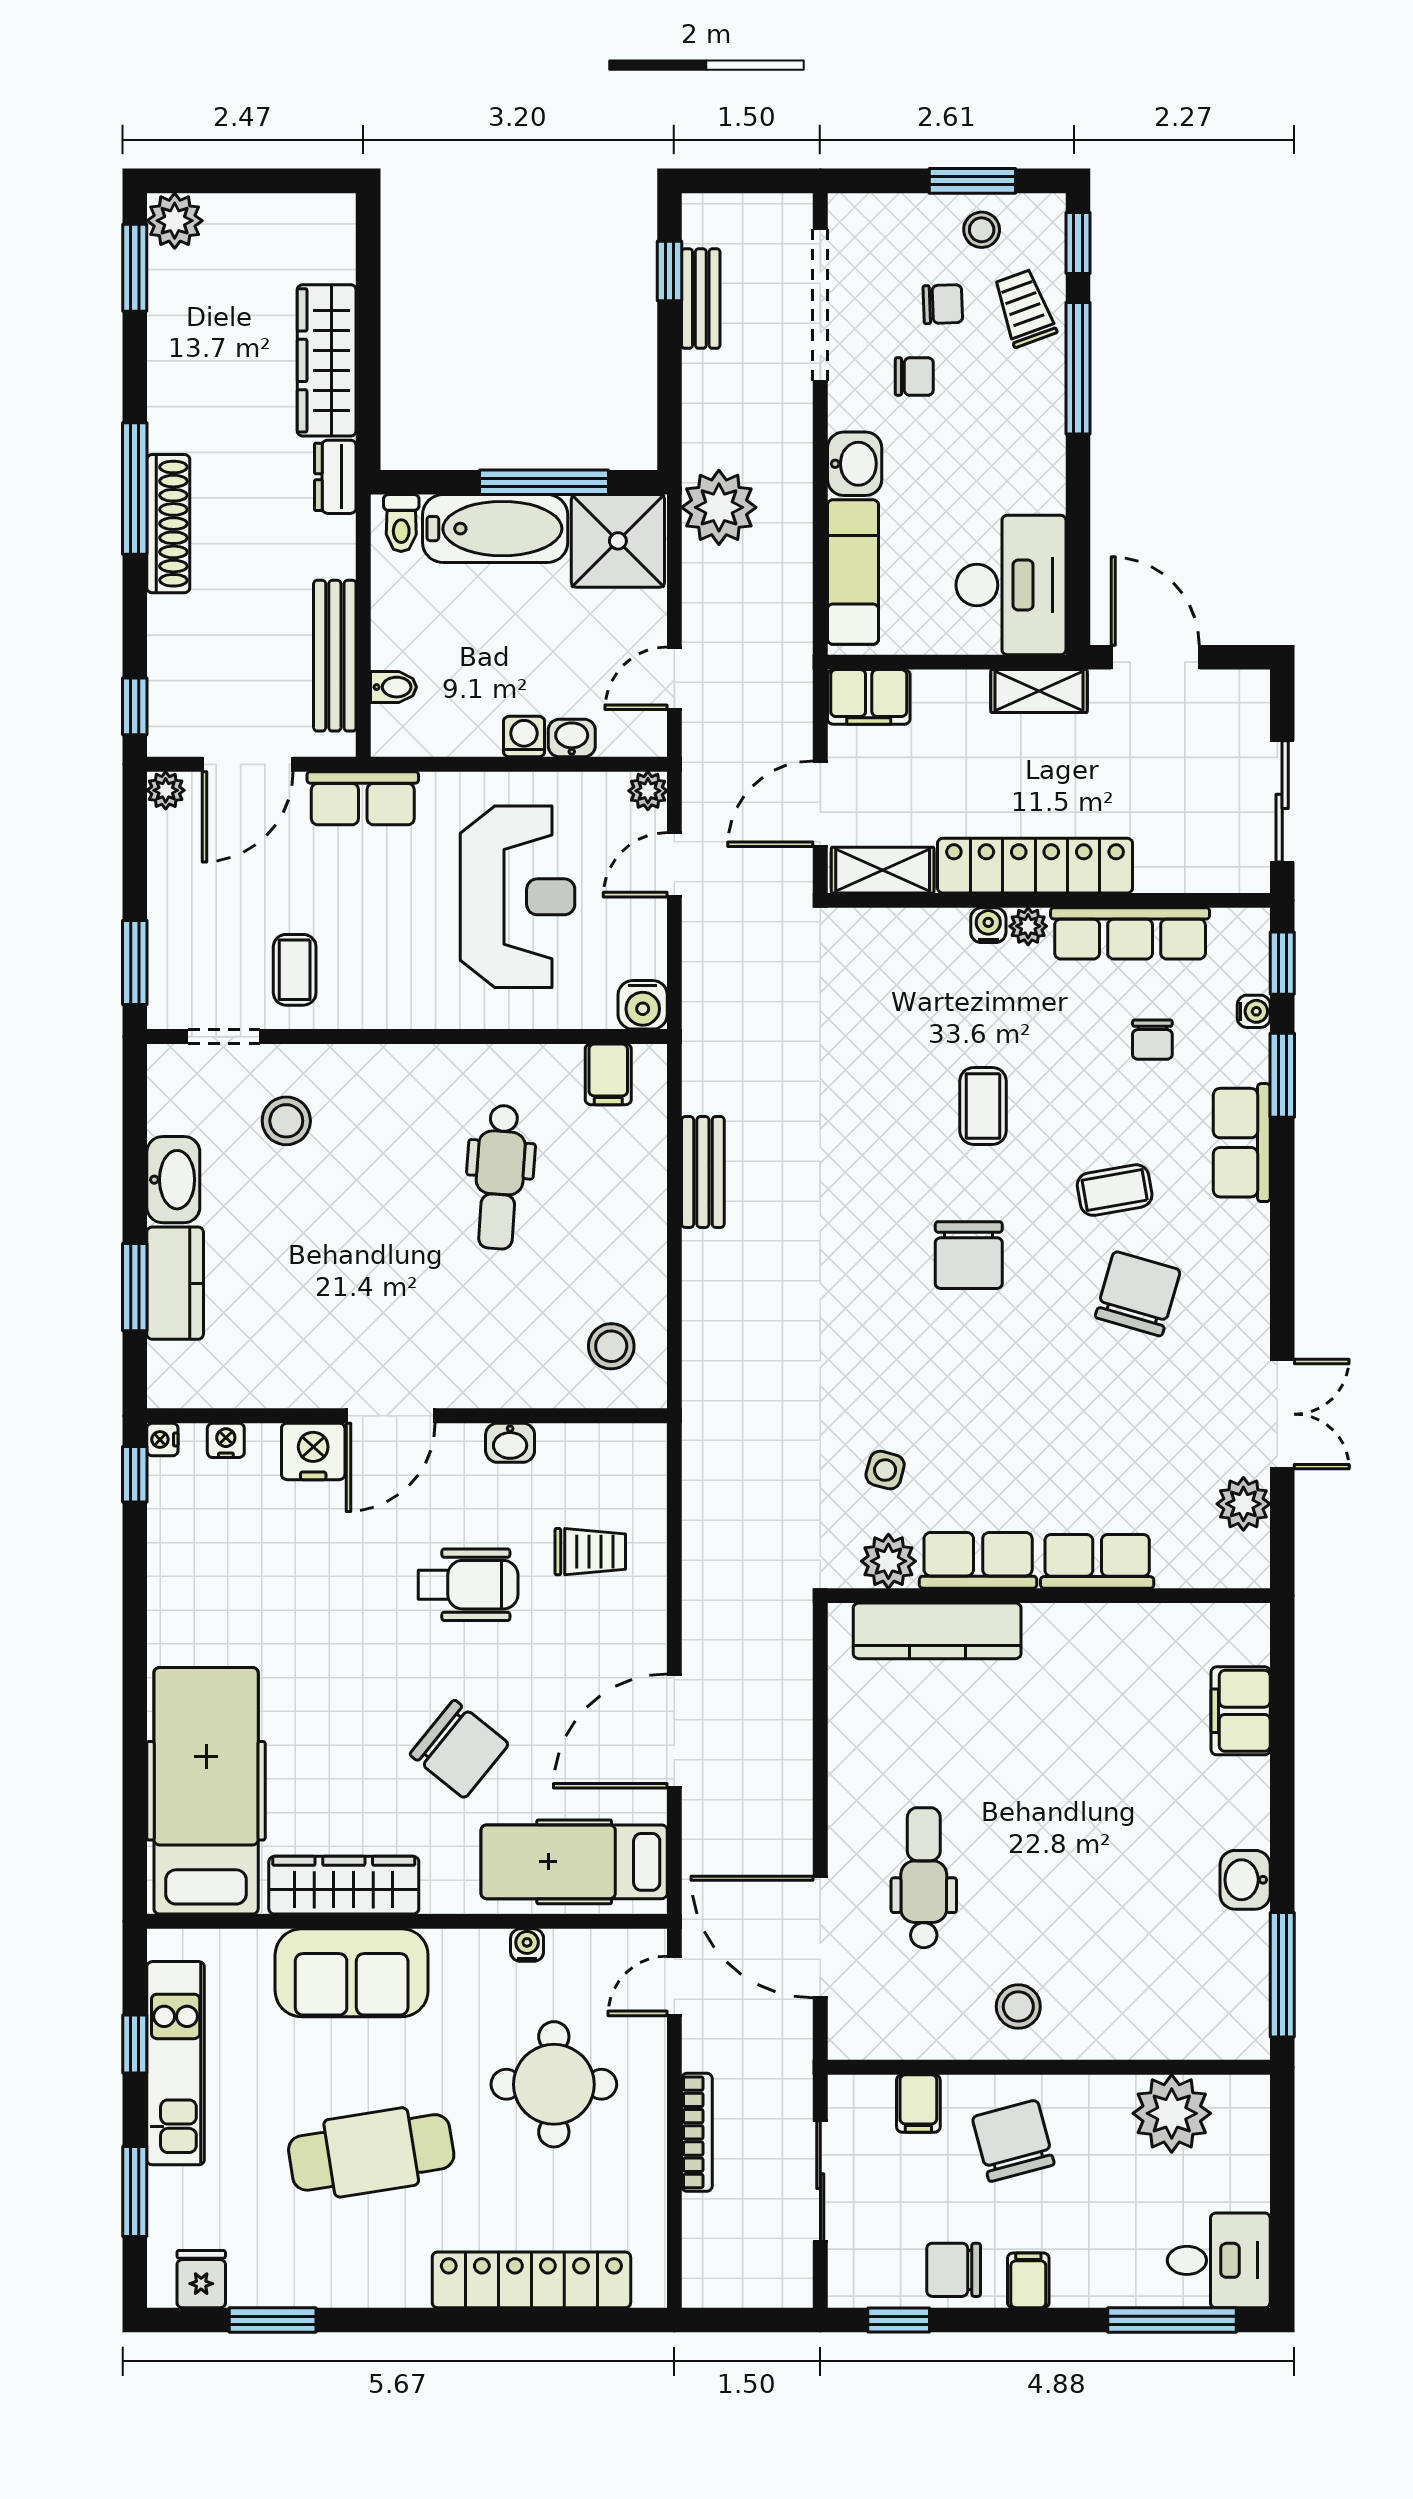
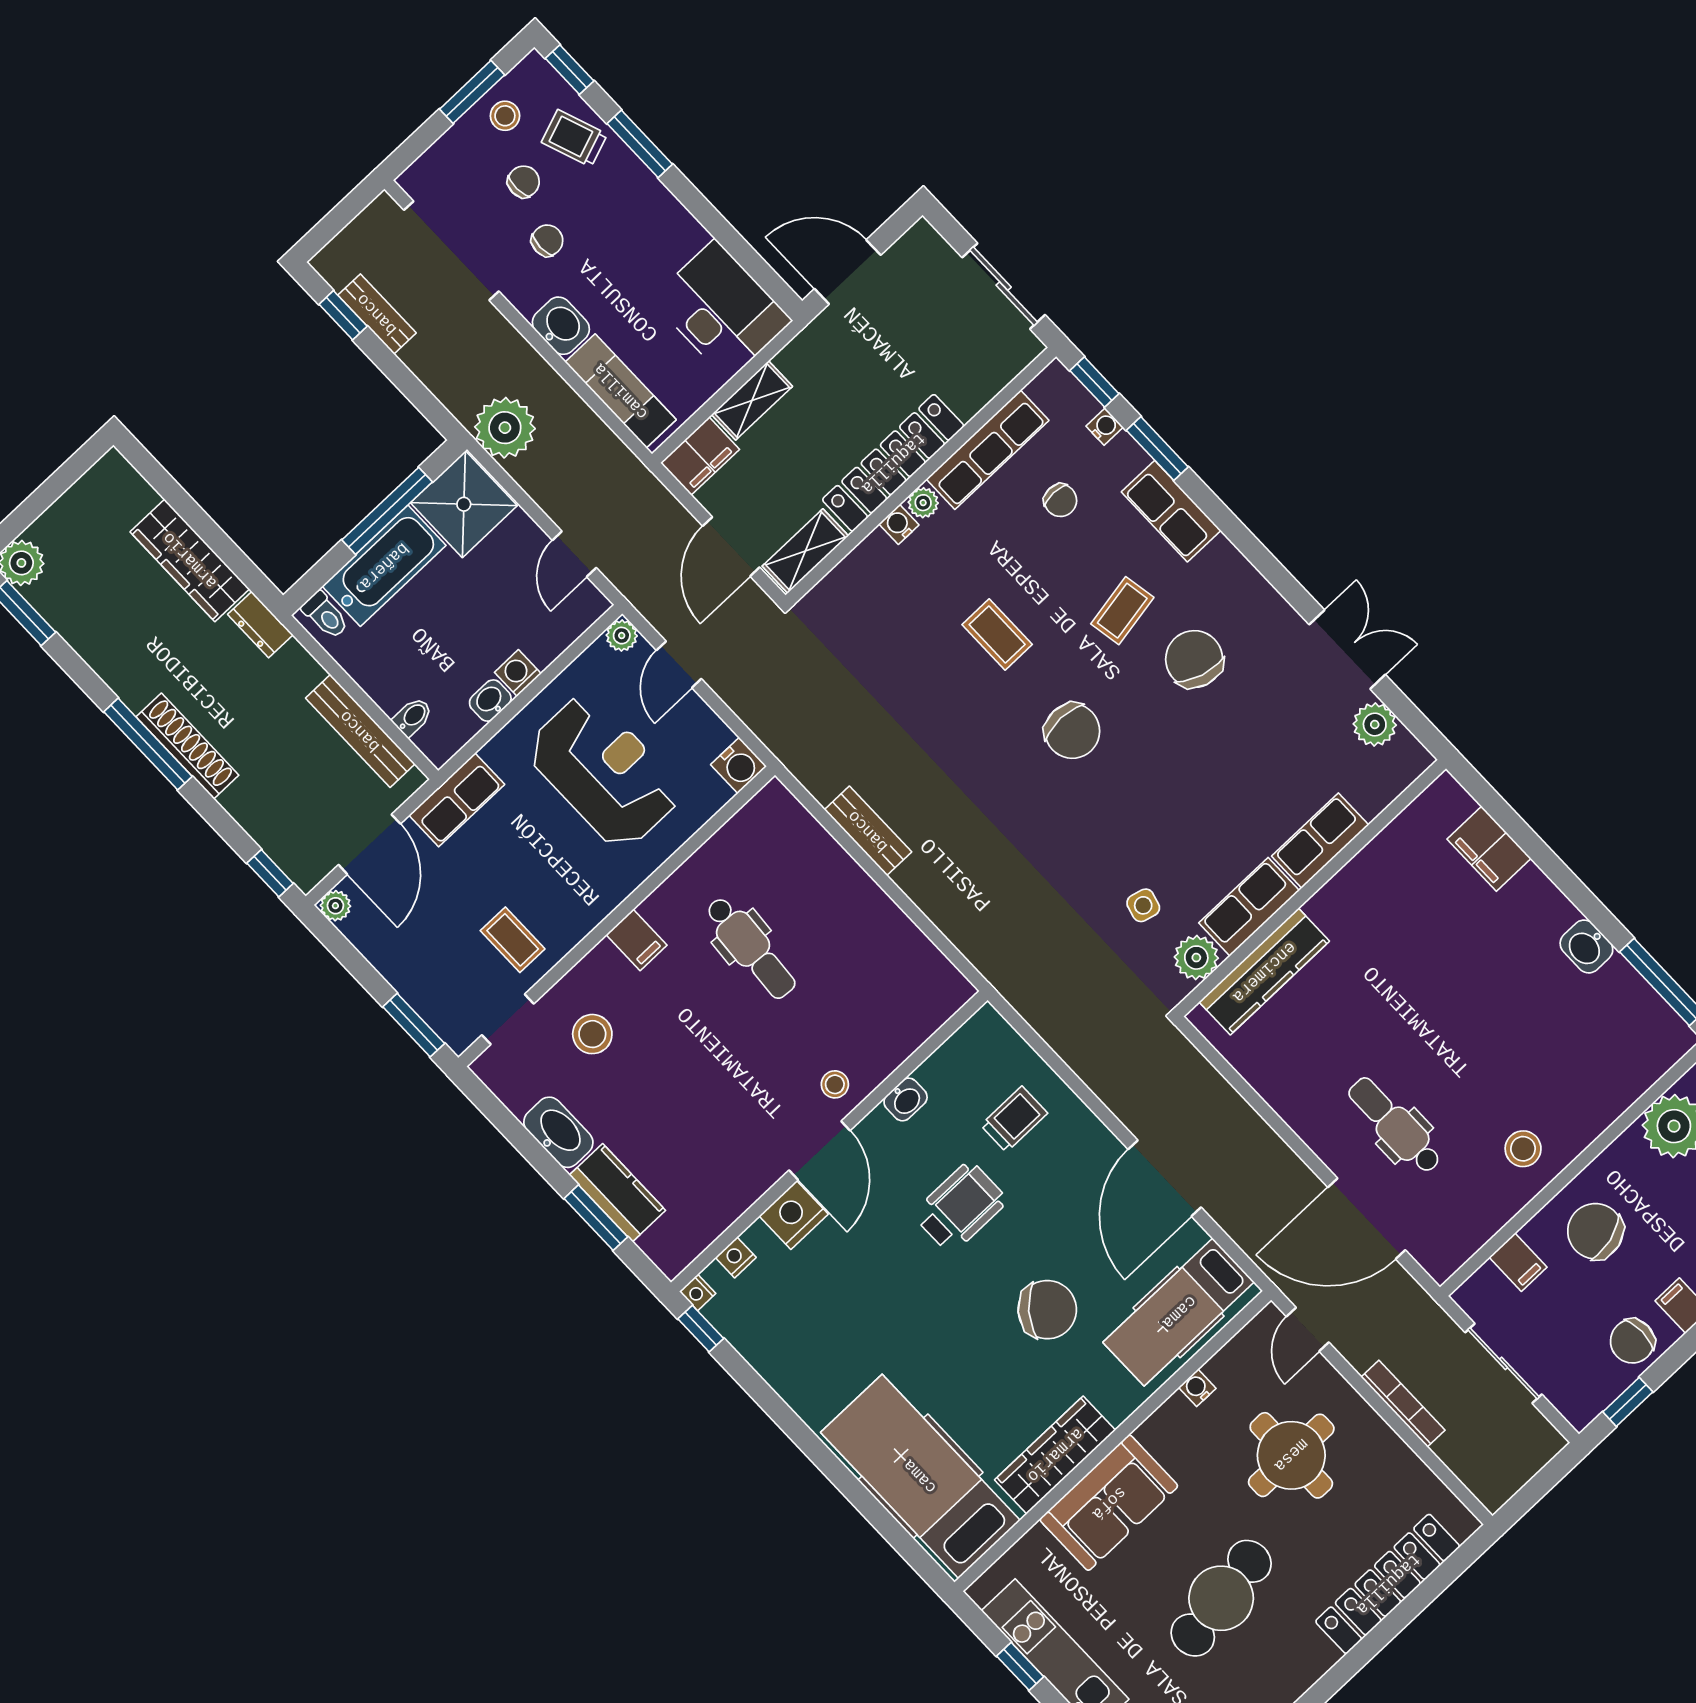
window: (1078, 368) -> (640, 144), width x0.69
shelving: (1039, 691) -> (752, 400), moved
washbasin: (572, 738) -> (490, 701), moved
filing cabinet: (608, 1074) -> (637, 940), moved
stool: (611, 1346) -> (835, 1084), moved, width x0.73, depth x0.73

